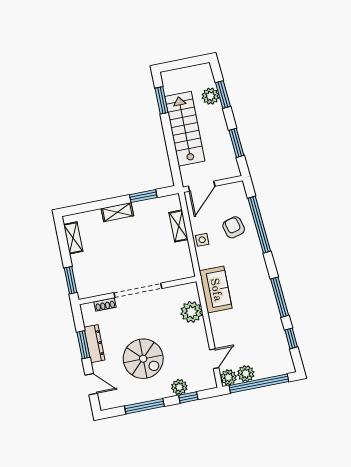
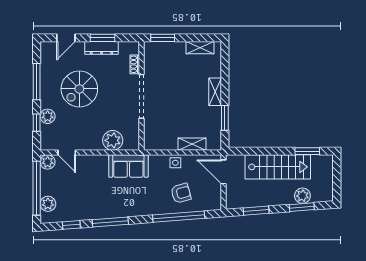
plant: (246, 374) -> (48, 204), moved

